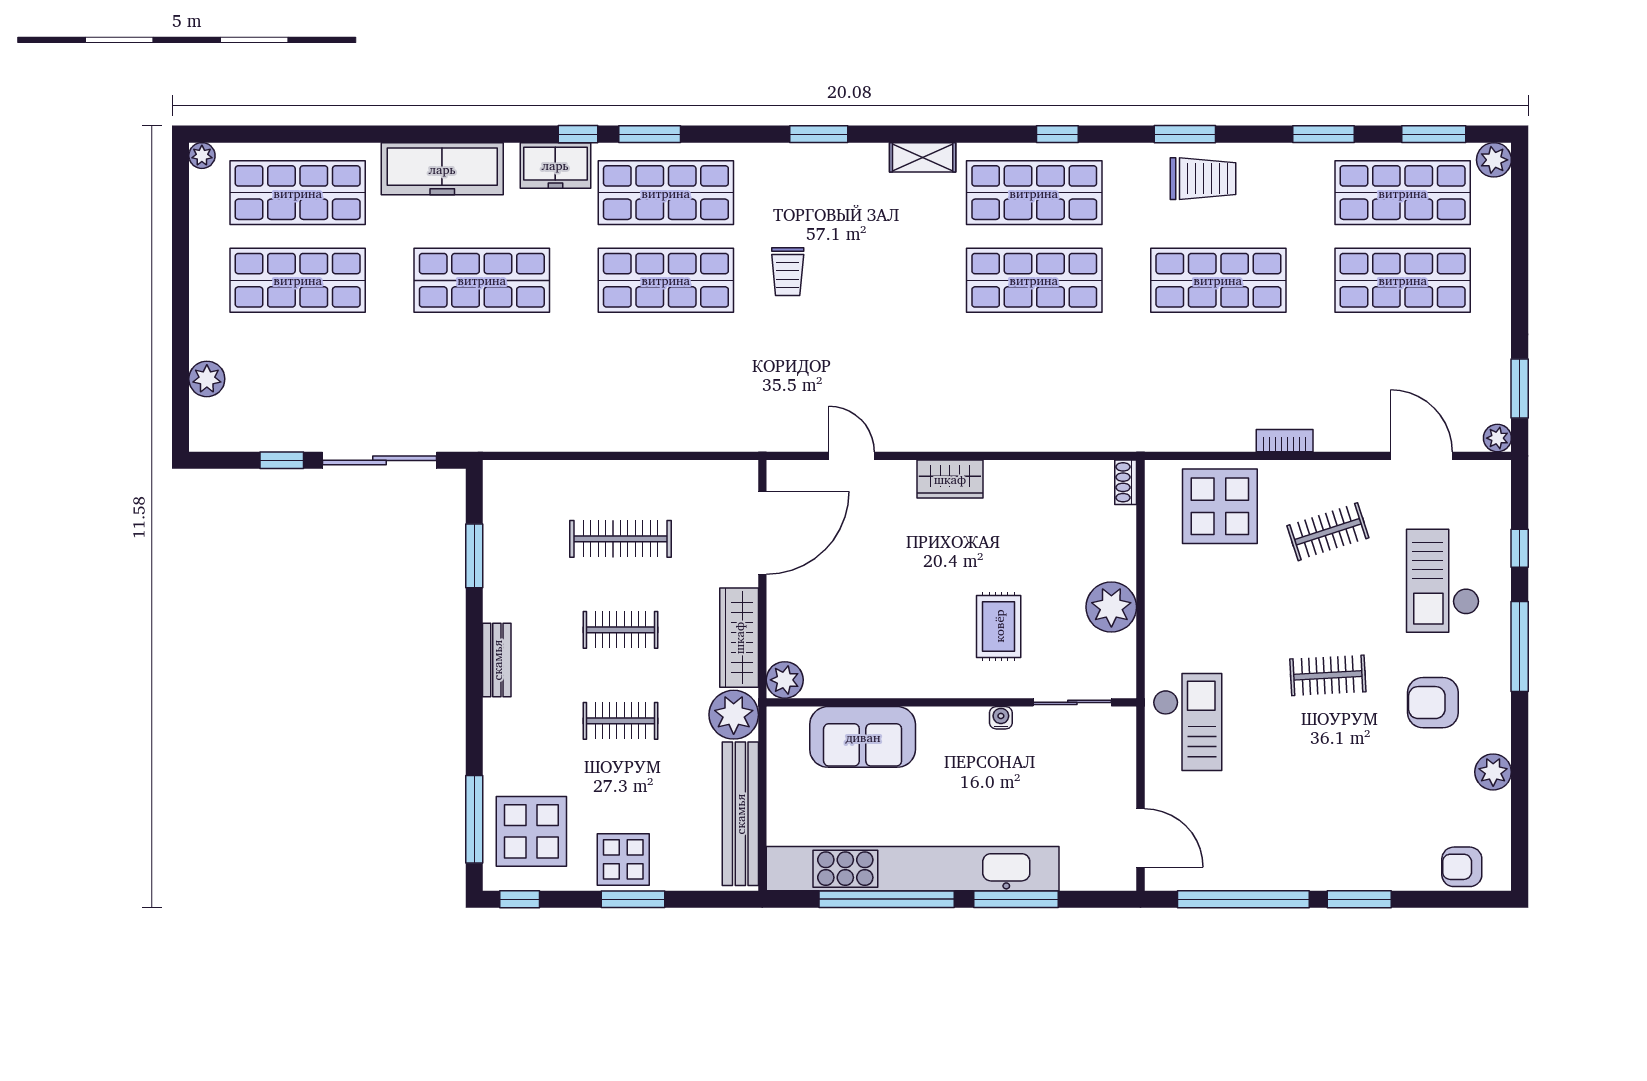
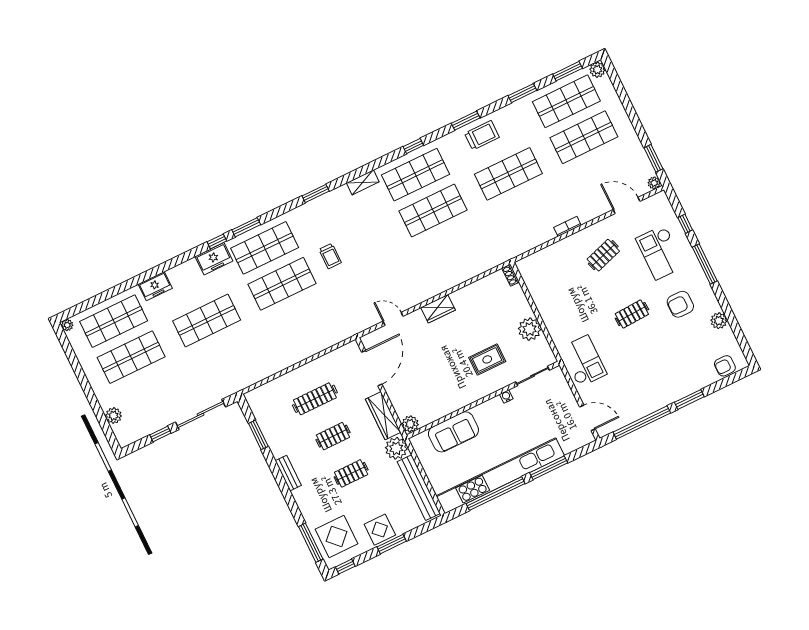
freezer: (442, 169) -> (155, 286), width x0.52, depth x0.79
display table: (1220, 506) -> (554, 266), removed
rug: (999, 626) -> (487, 359), turned 90

